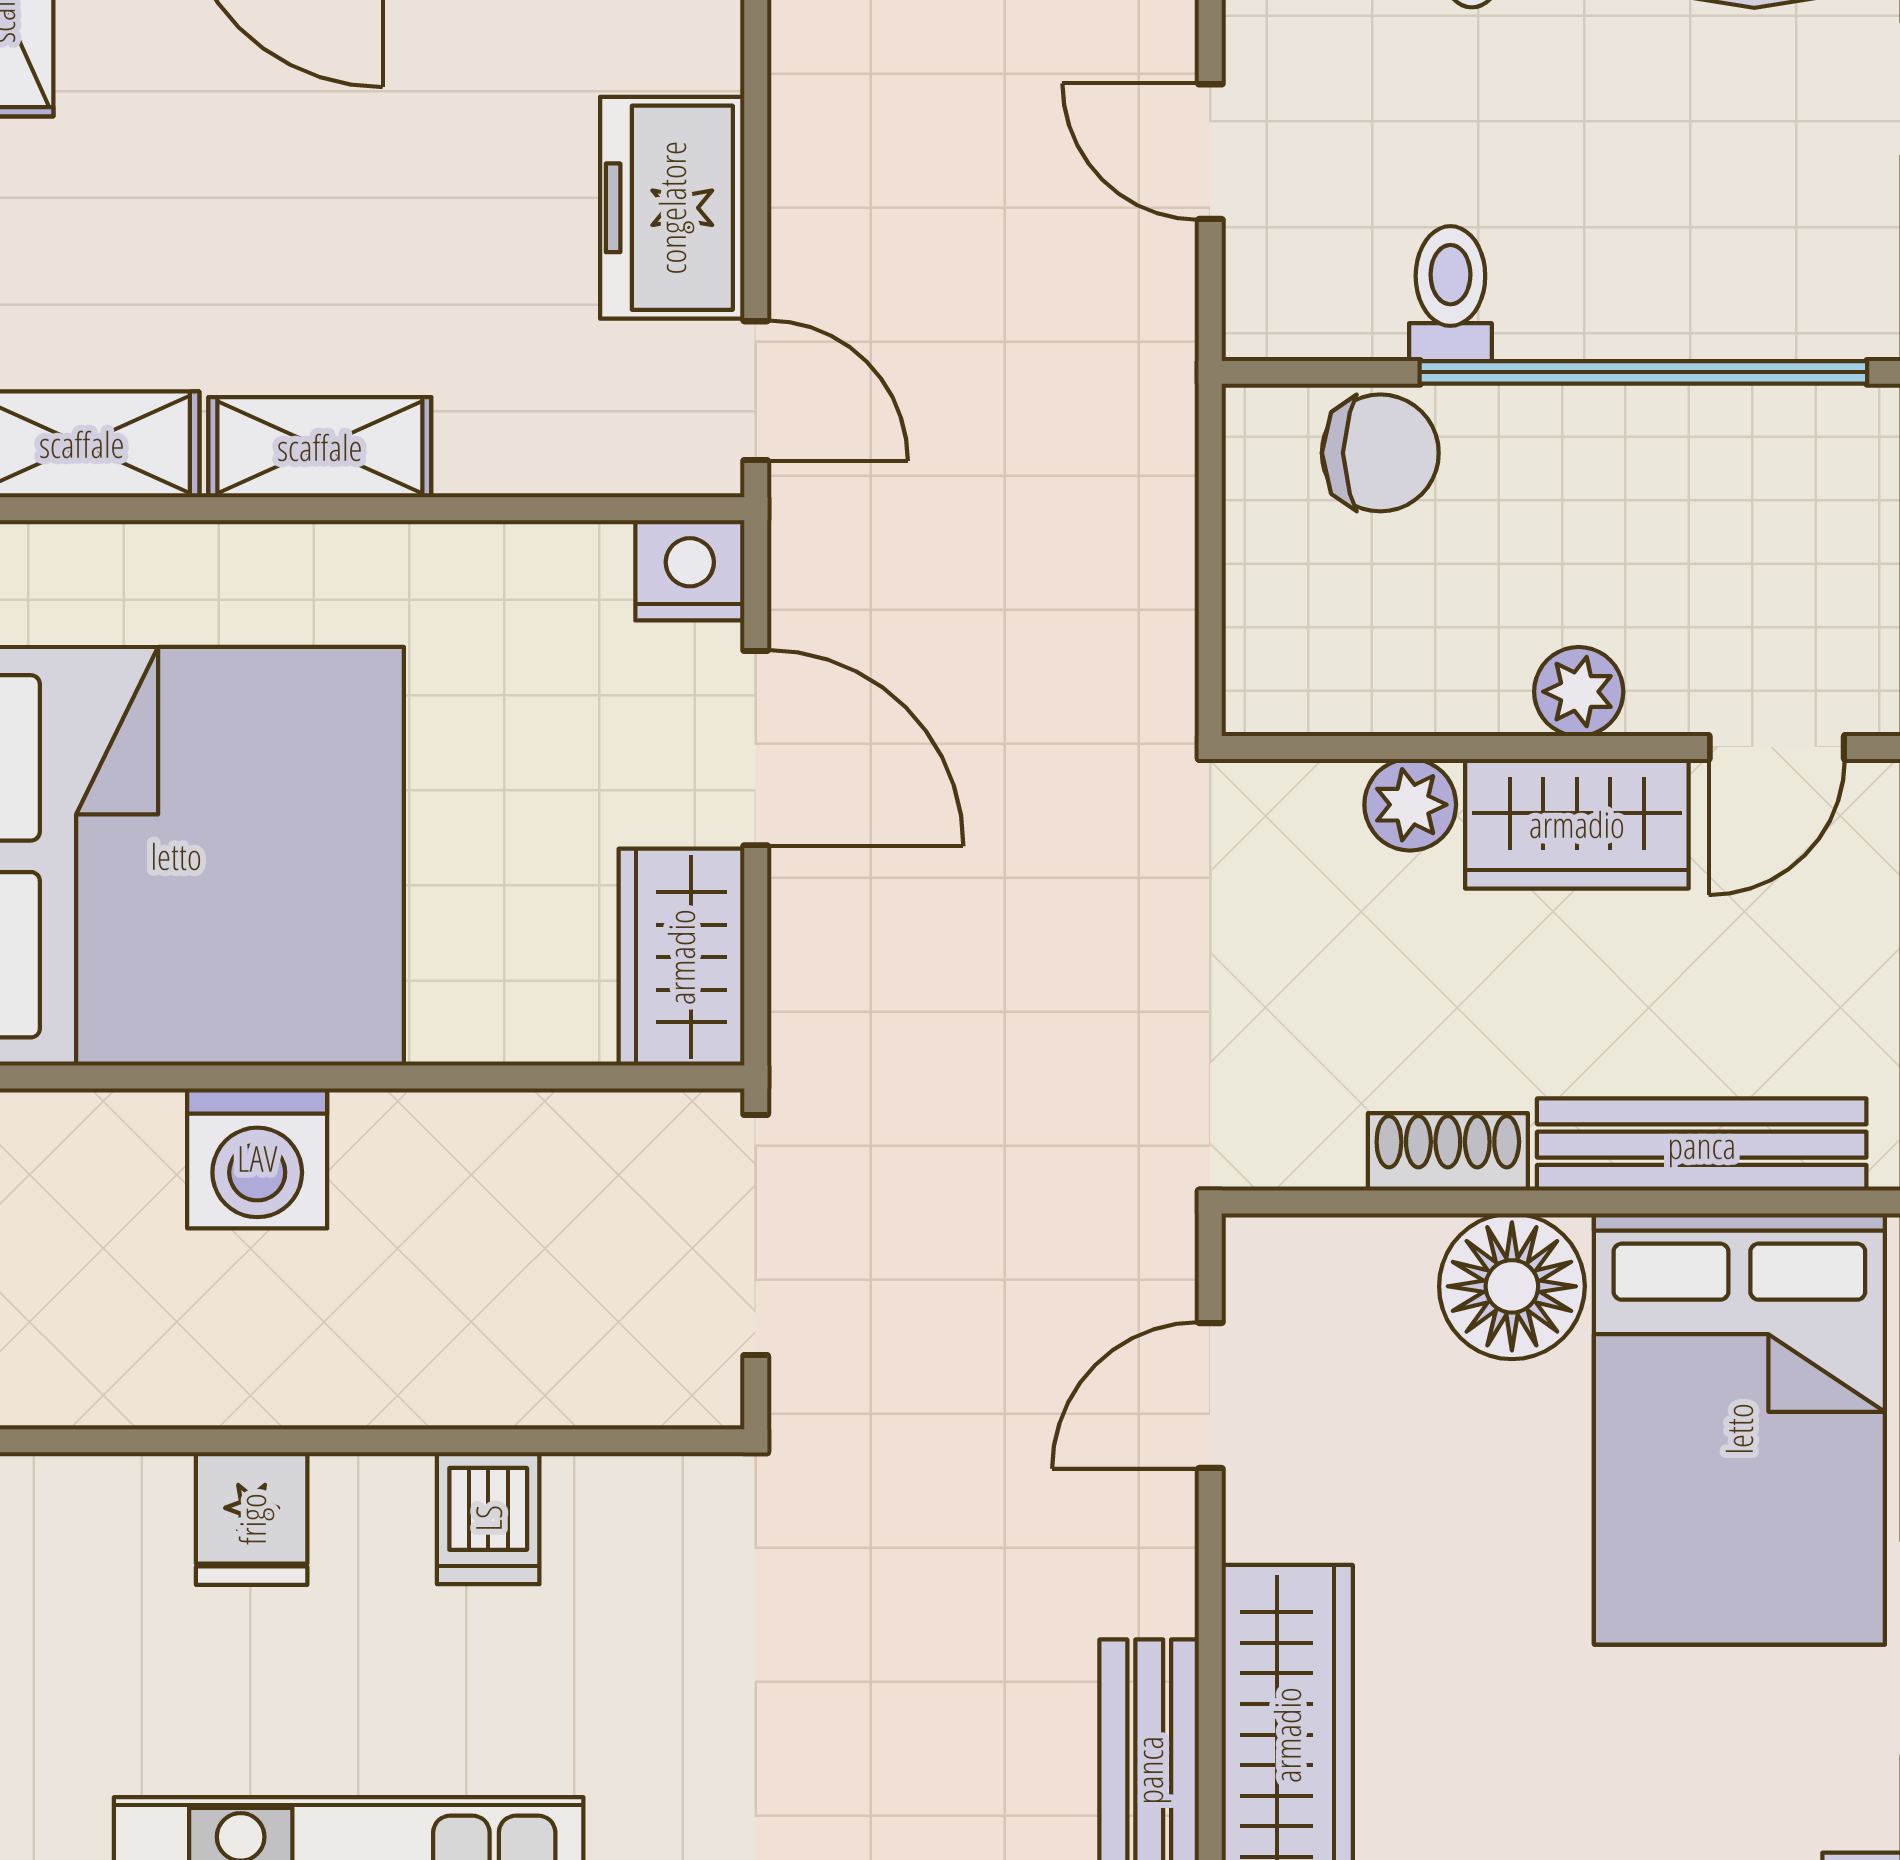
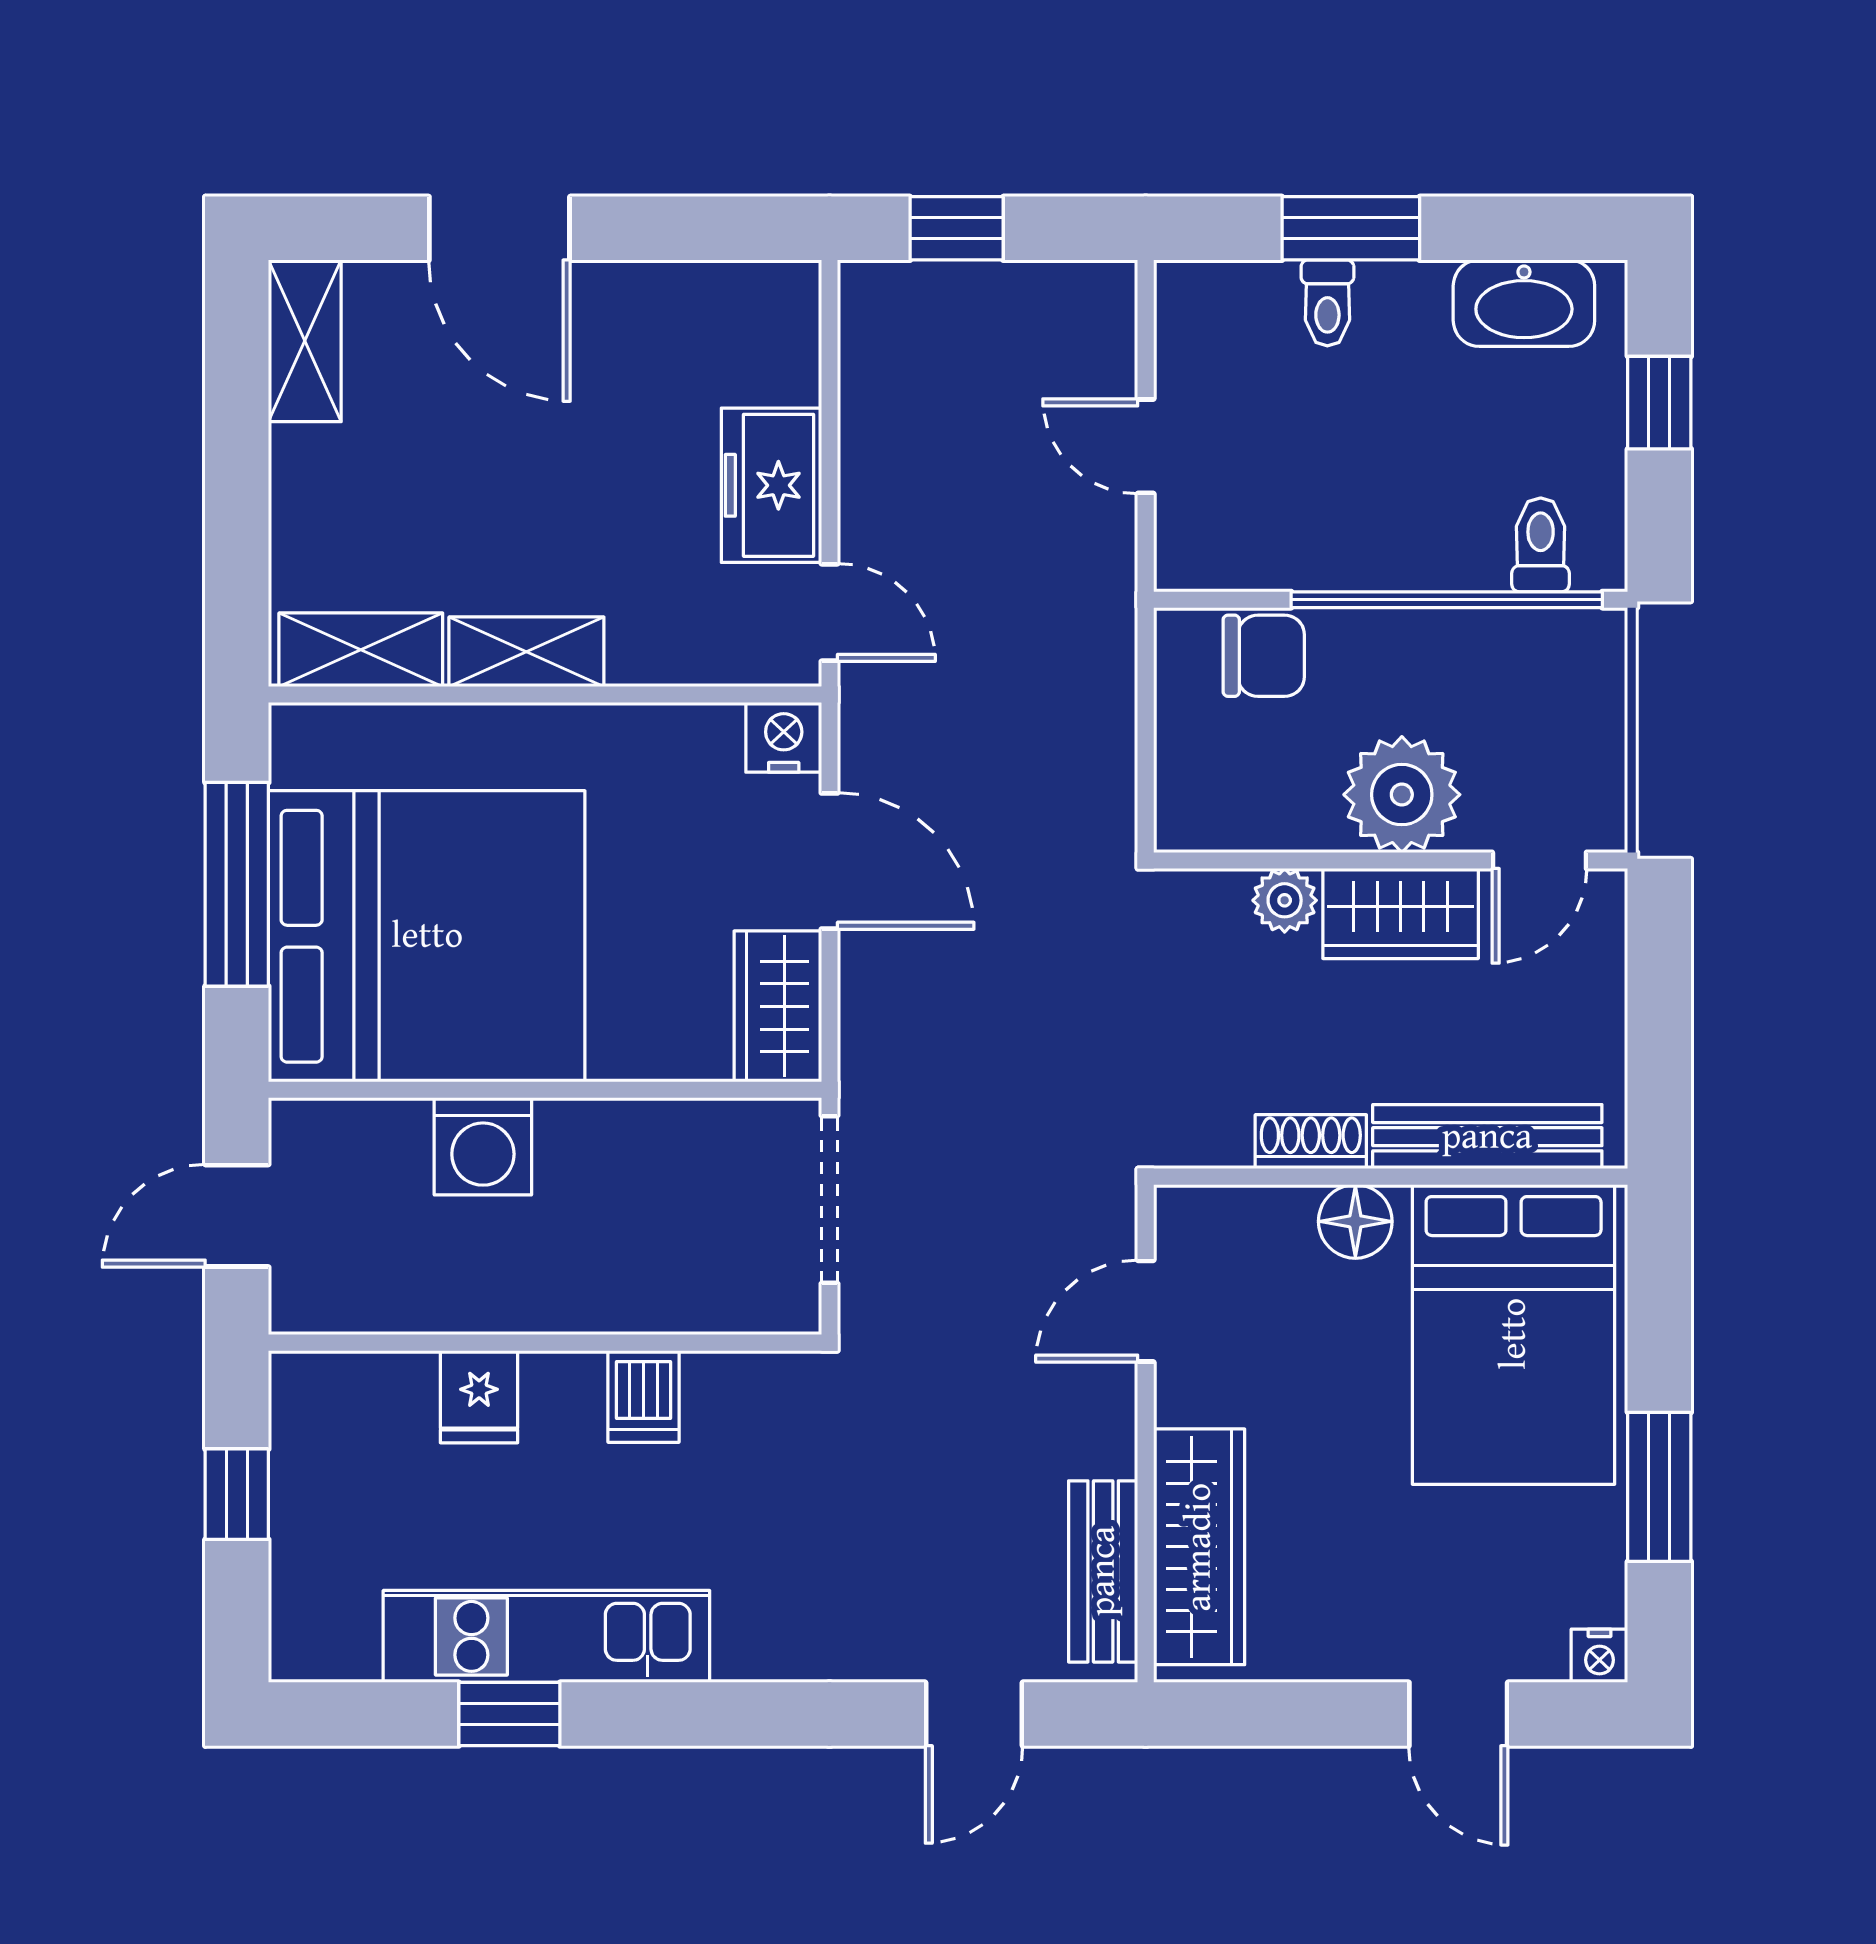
toilet: (1450, 294) -> (1541, 545), moved
plant: (1579, 692) -> (1402, 795), width x1.87, depth x1.87
floor lamp: (1512, 1286) -> (1355, 1221), width x0.73, depth x0.73

